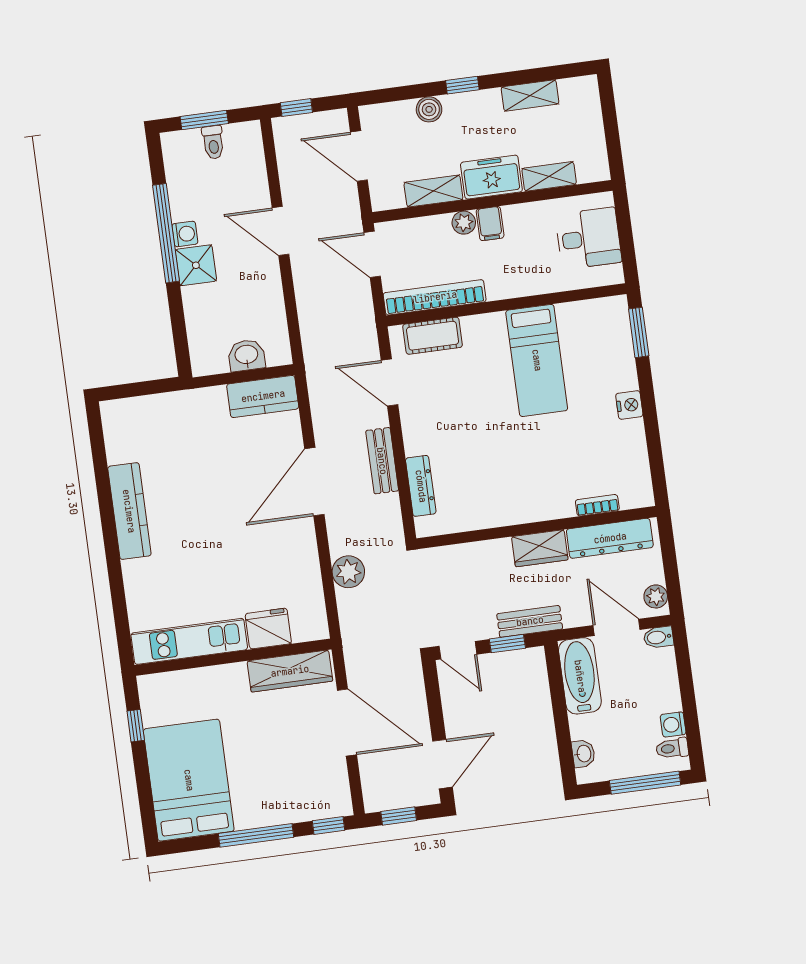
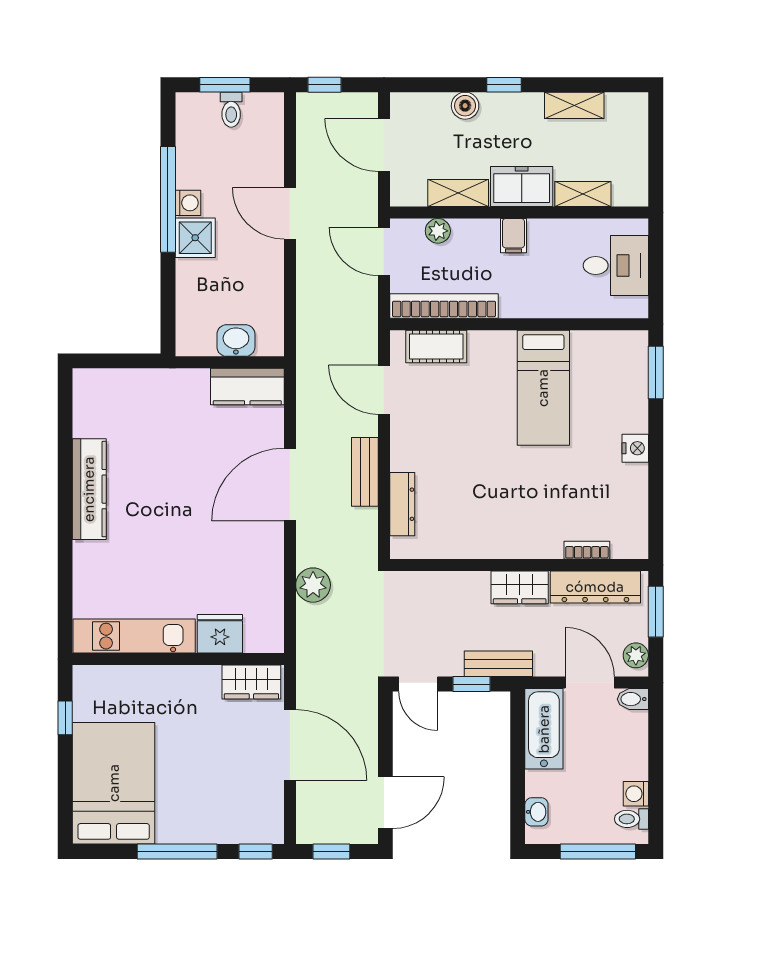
plant: (464, 223) -> (438, 231), moved
window: (669, 554) -> (656, 612), added
wardrobe: (290, 671) -> (251, 682), width x0.67

